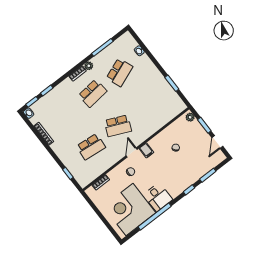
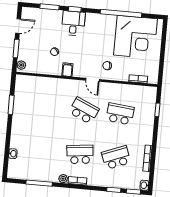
school desk: (120, 72) -> (116, 158), moved
filing cabinet: (146, 150) -> (67, 70), moved
door: (132, 152) -> (92, 80), hinge flipped
desk: (158, 197) -> (73, 23), moved

